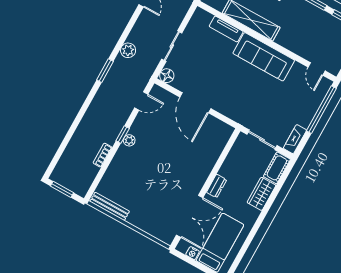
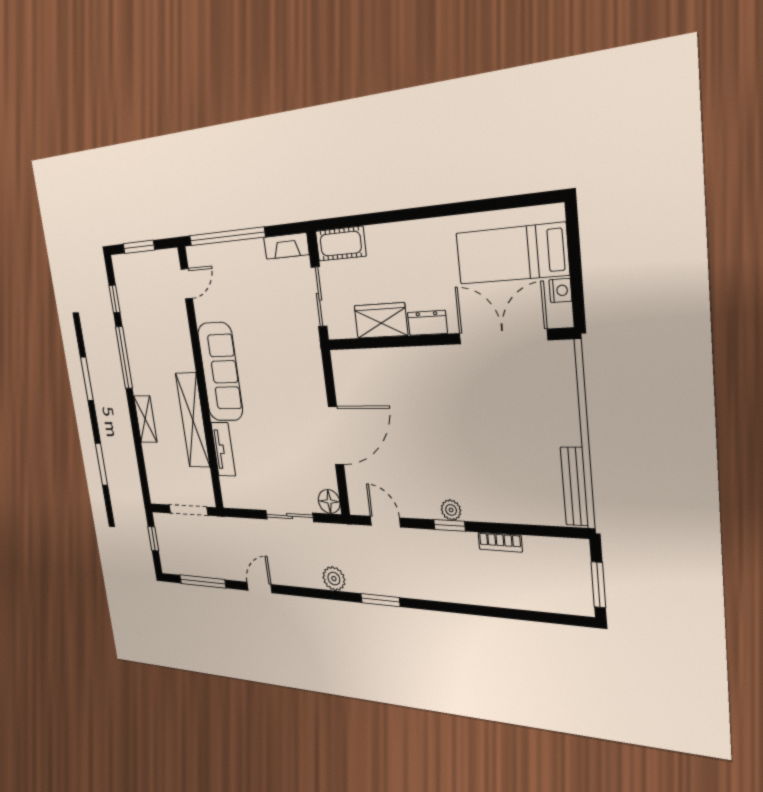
wardrobe: (261, 194) -> (381, 321), moved, turned 180

